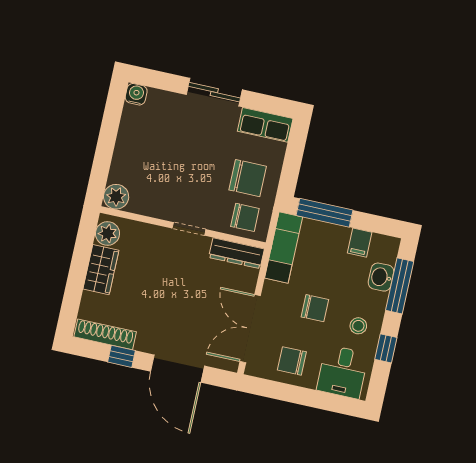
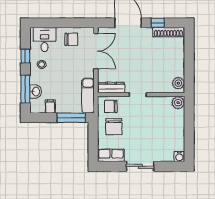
chair: (248, 178) -> (114, 127), turned -90
wardrobe: (101, 270) -> (178, 64), removed
chair: (315, 308) -> (66, 68), removed

